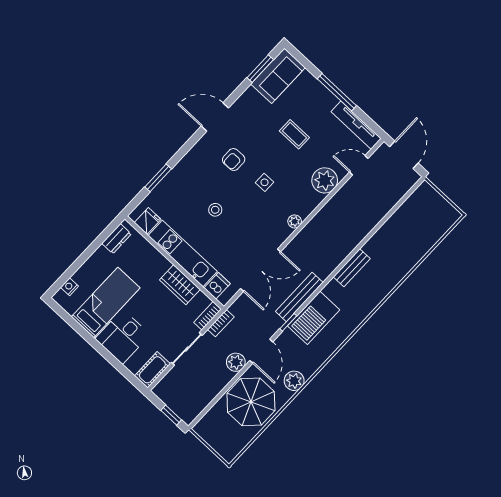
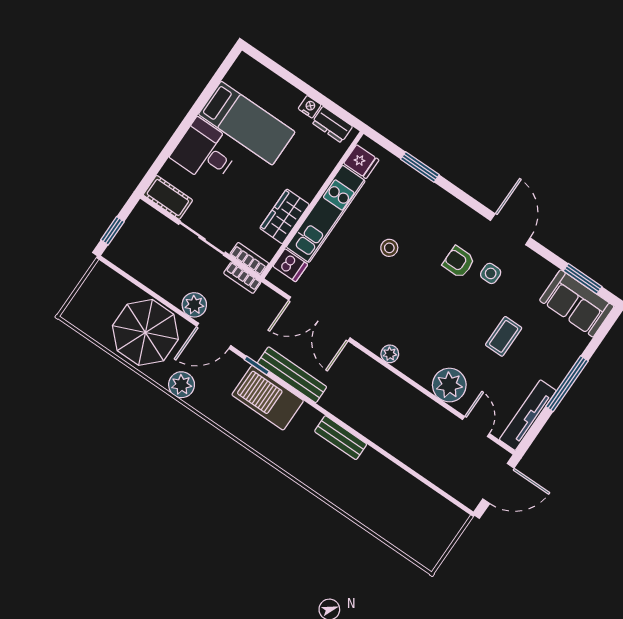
side table: (265, 182) -> (491, 273), moved
nightstand: (69, 287) -> (310, 107), moved

